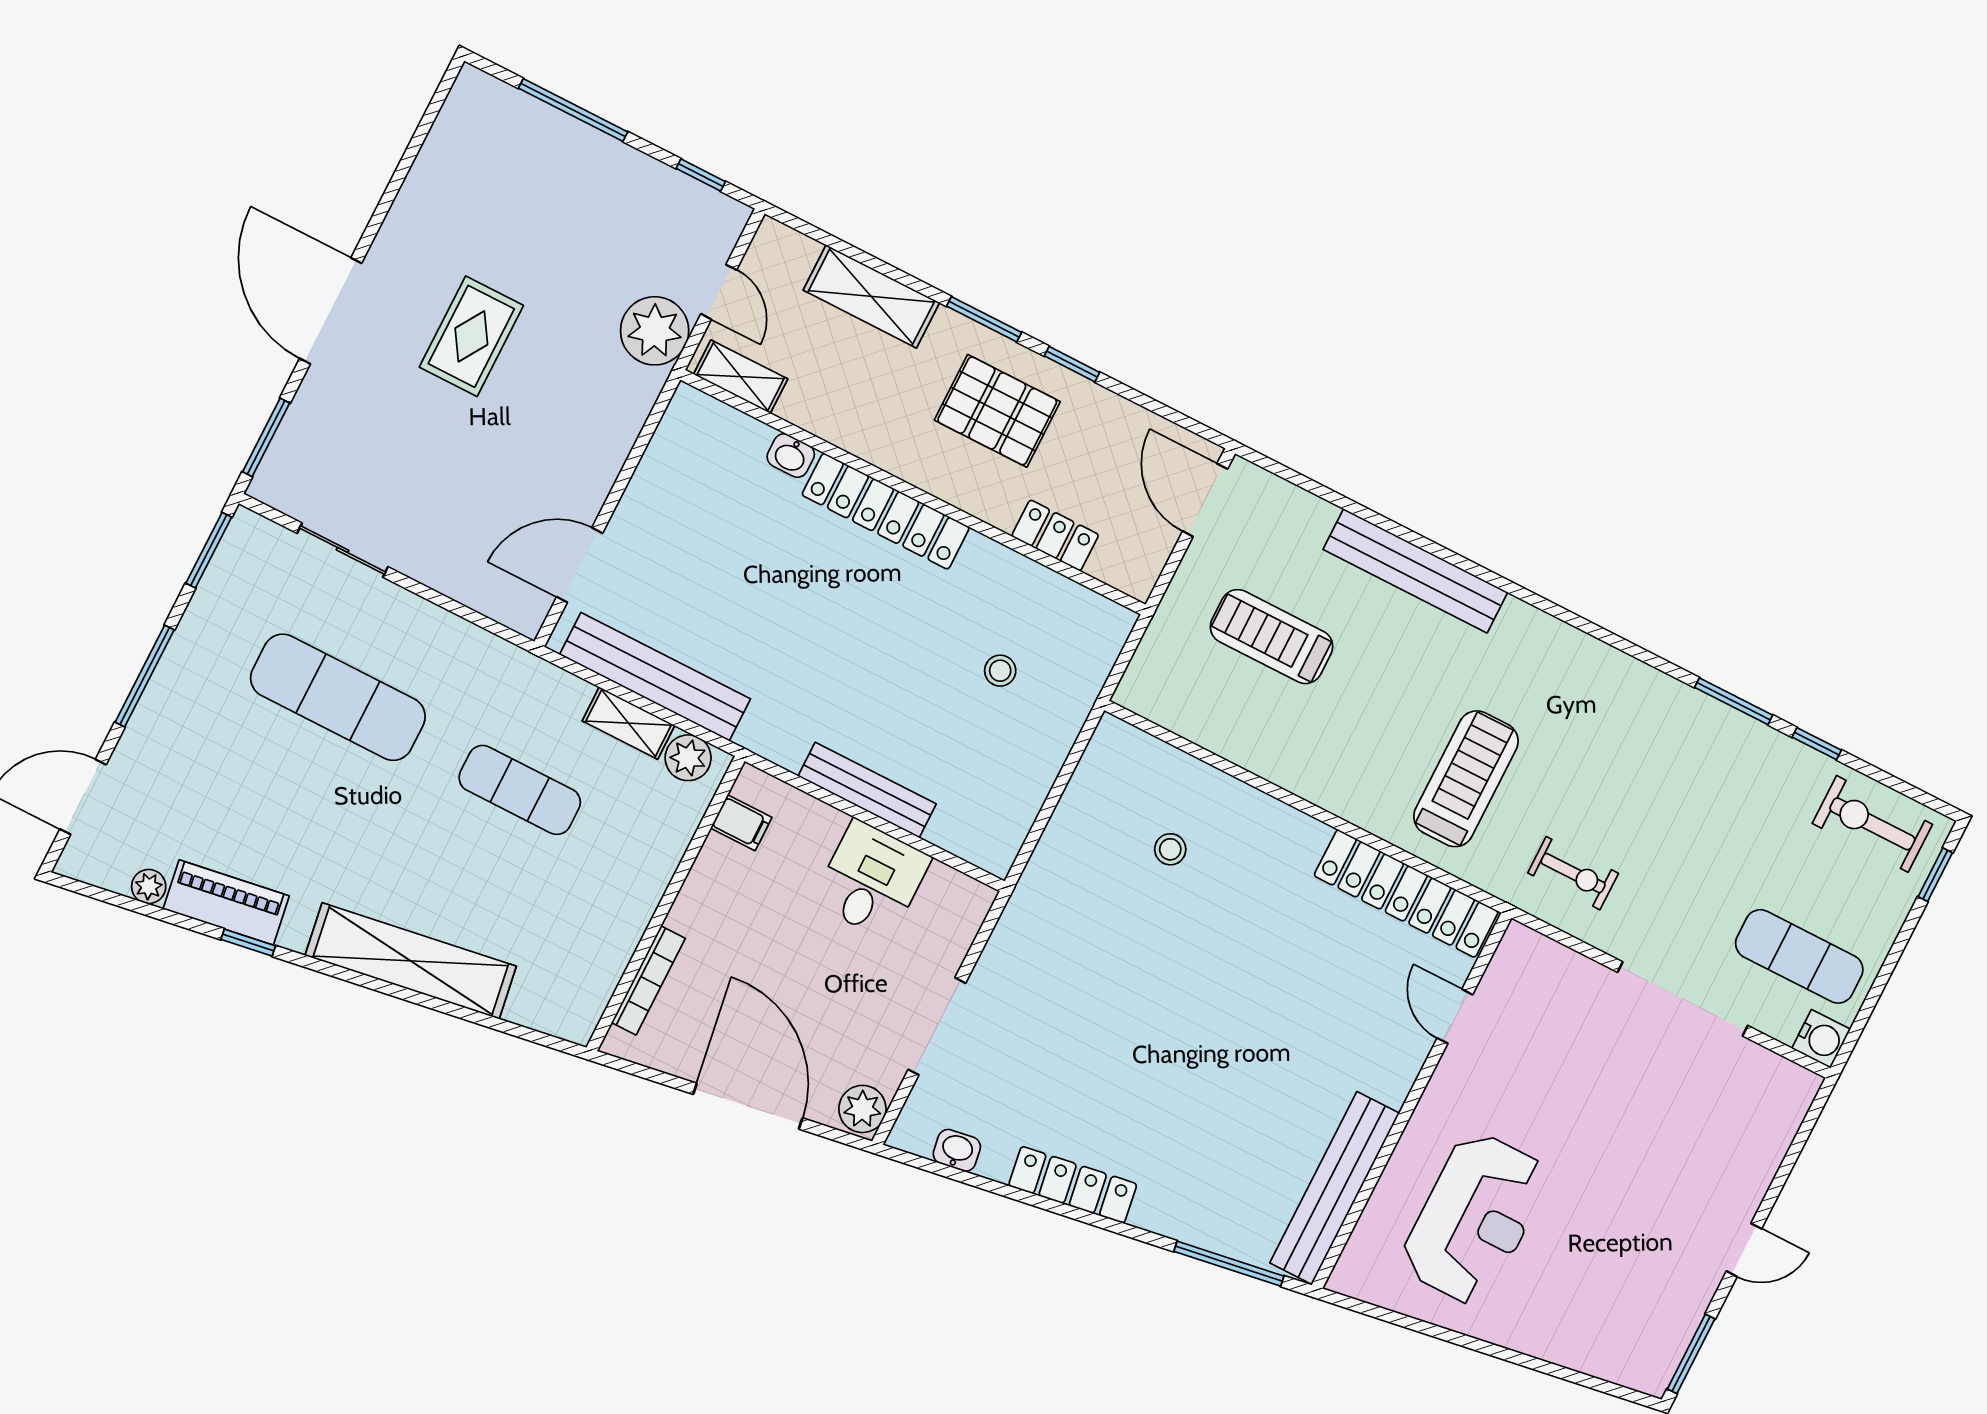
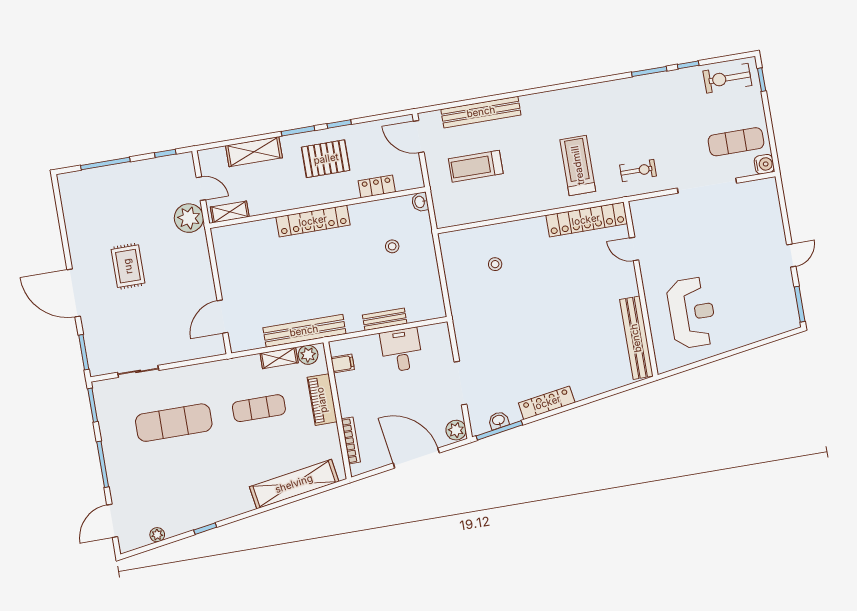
washbasin: (791, 456) -> (420, 202), moved, turned 90
bench: (1415, 571) -> (481, 112), moved
bench: (655, 677) -> (304, 331), moved
bench: (867, 790) -> (385, 319), width x0.73
piano: (226, 902) -> (322, 400), moved, turned -81
shelving: (411, 961) -> (294, 484), moved
window: (1229, 1264) -> (499, 430), moved

